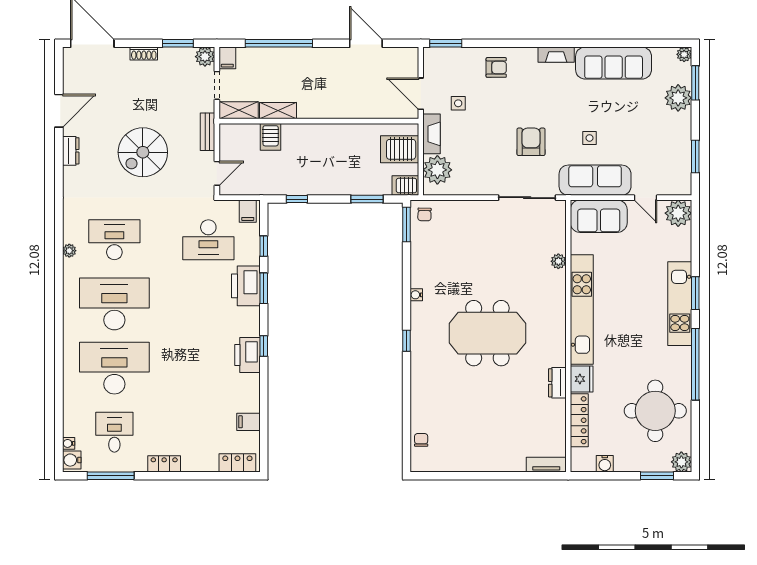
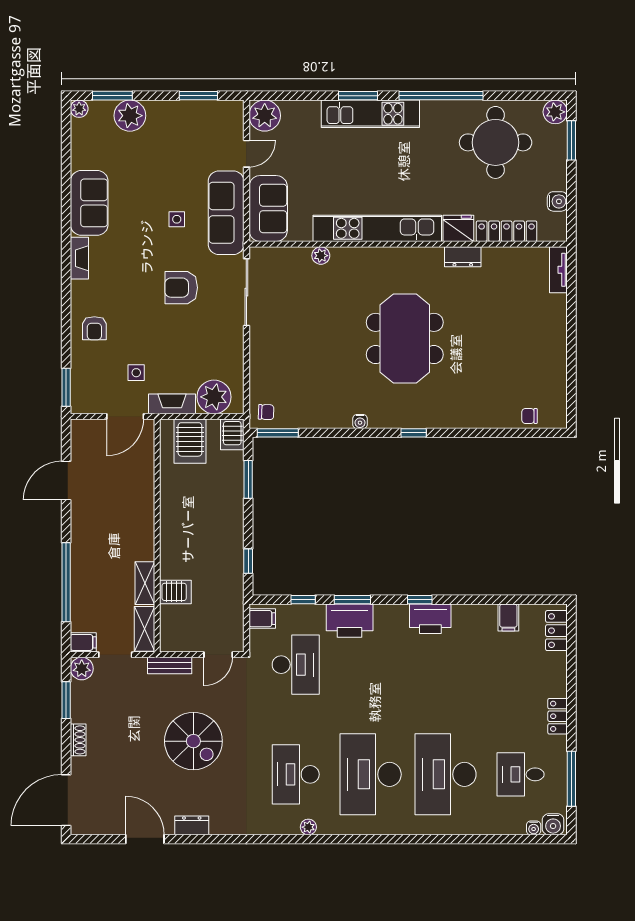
sofa: (614, 63) -> (89, 203), width x0.73
armchair: (496, 67) -> (94, 328), turned 180
door: (217, 173) -> (218, 655), swing flipped

